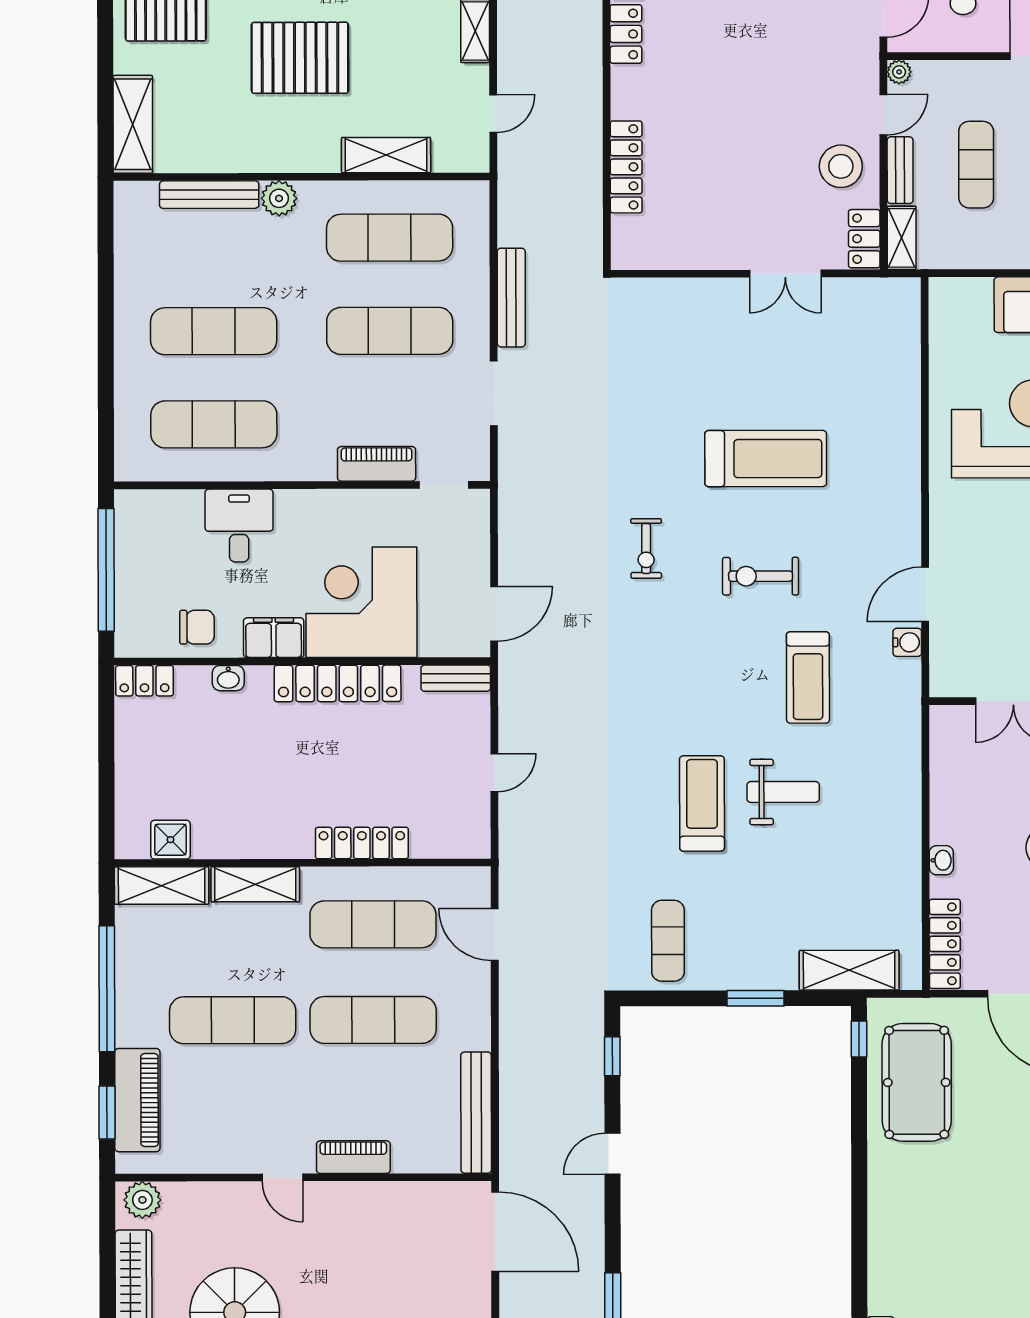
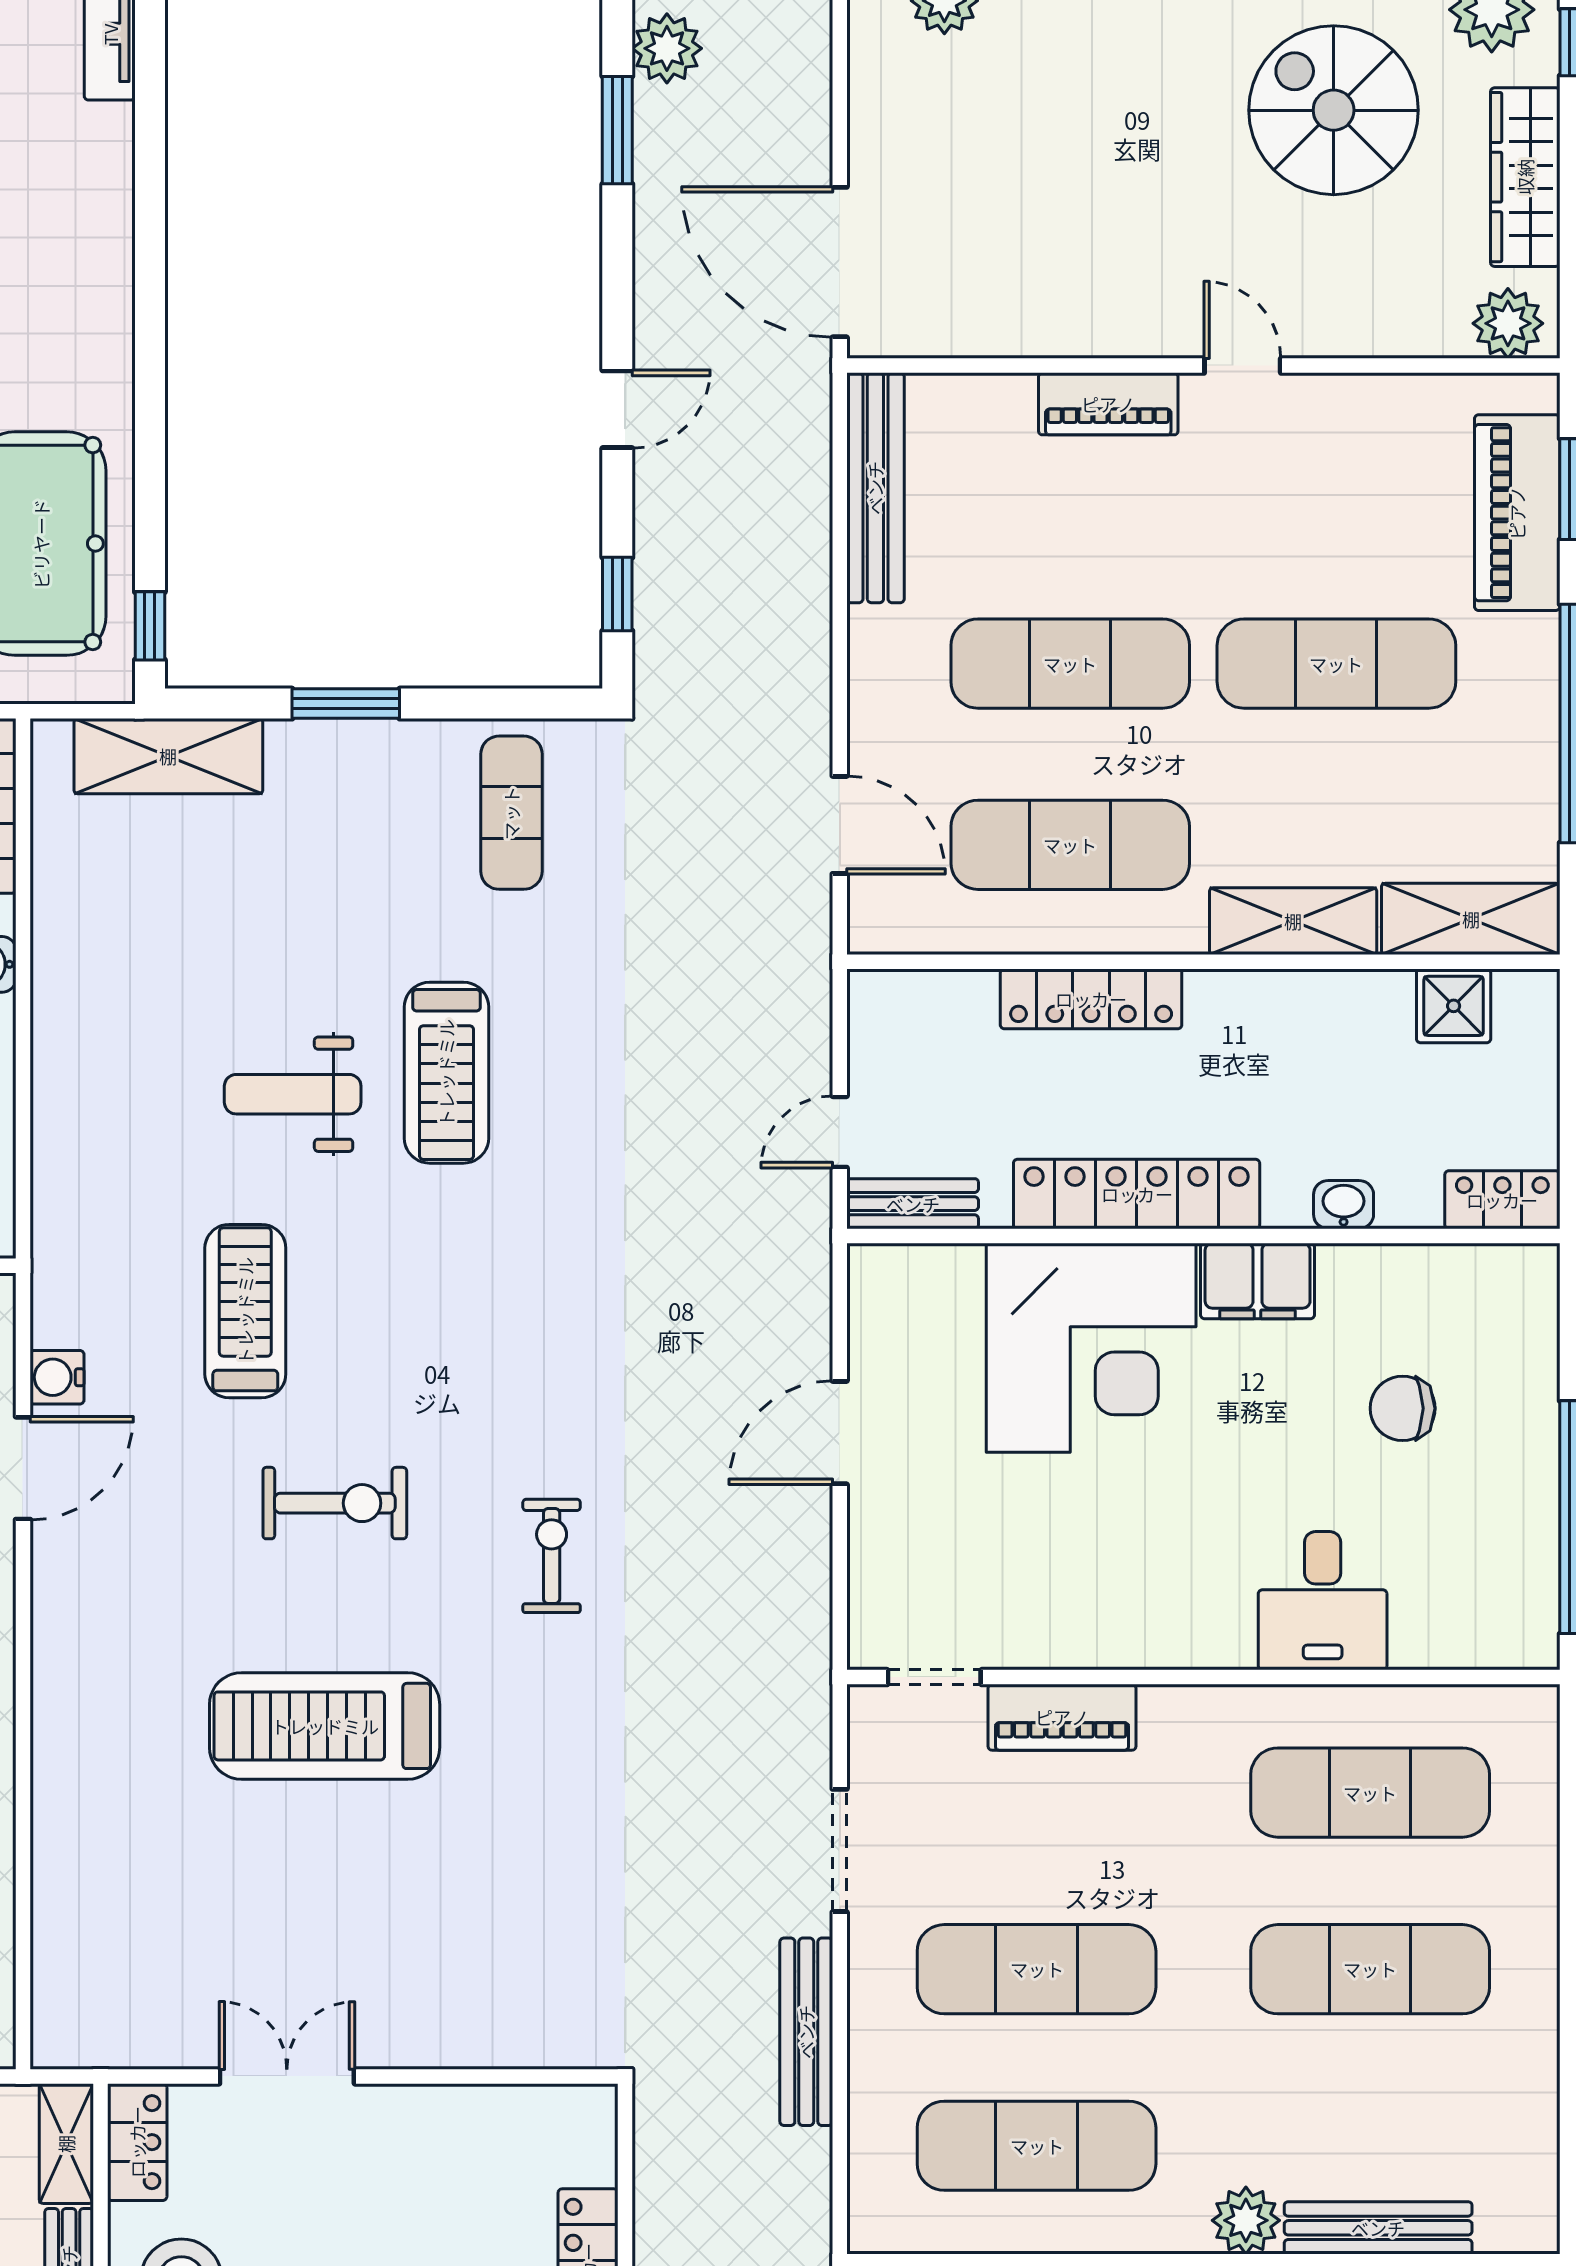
corner desk: (361, 602) -> (1091, 1348), moved
filing cabinet: (274, 638) -> (1258, 1281), moved
wall: (302, 661) -> (1203, 1236), moved
washbasin: (228, 678) -> (1344, 1205), moved
bench: (456, 678) -> (913, 1204), moved
locker: (144, 681) -> (1502, 1200), moved
locker: (338, 683) -> (1137, 1194), moved

